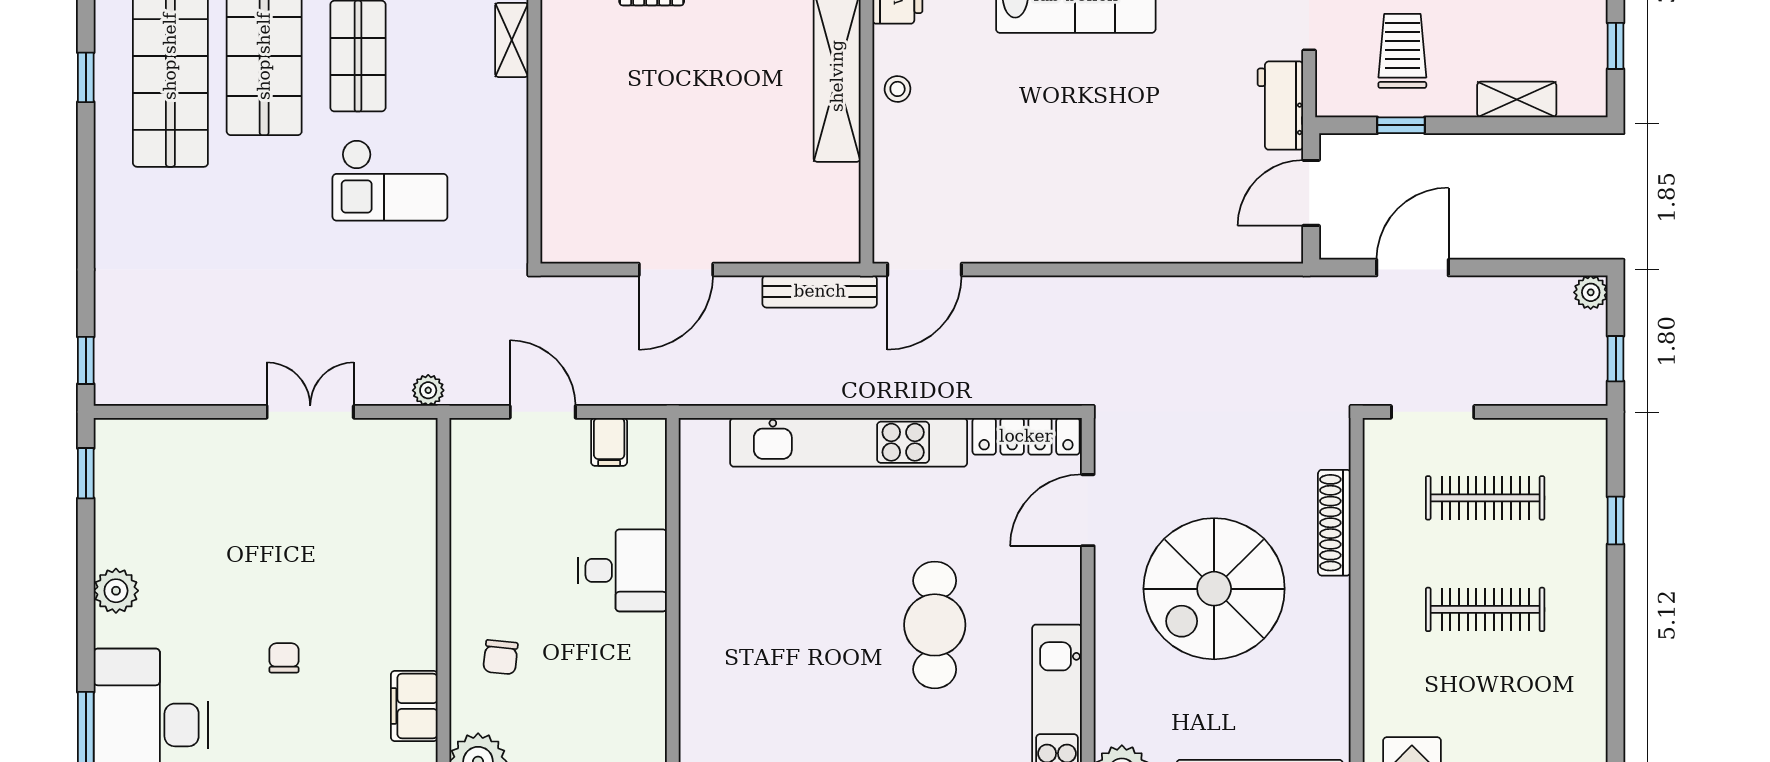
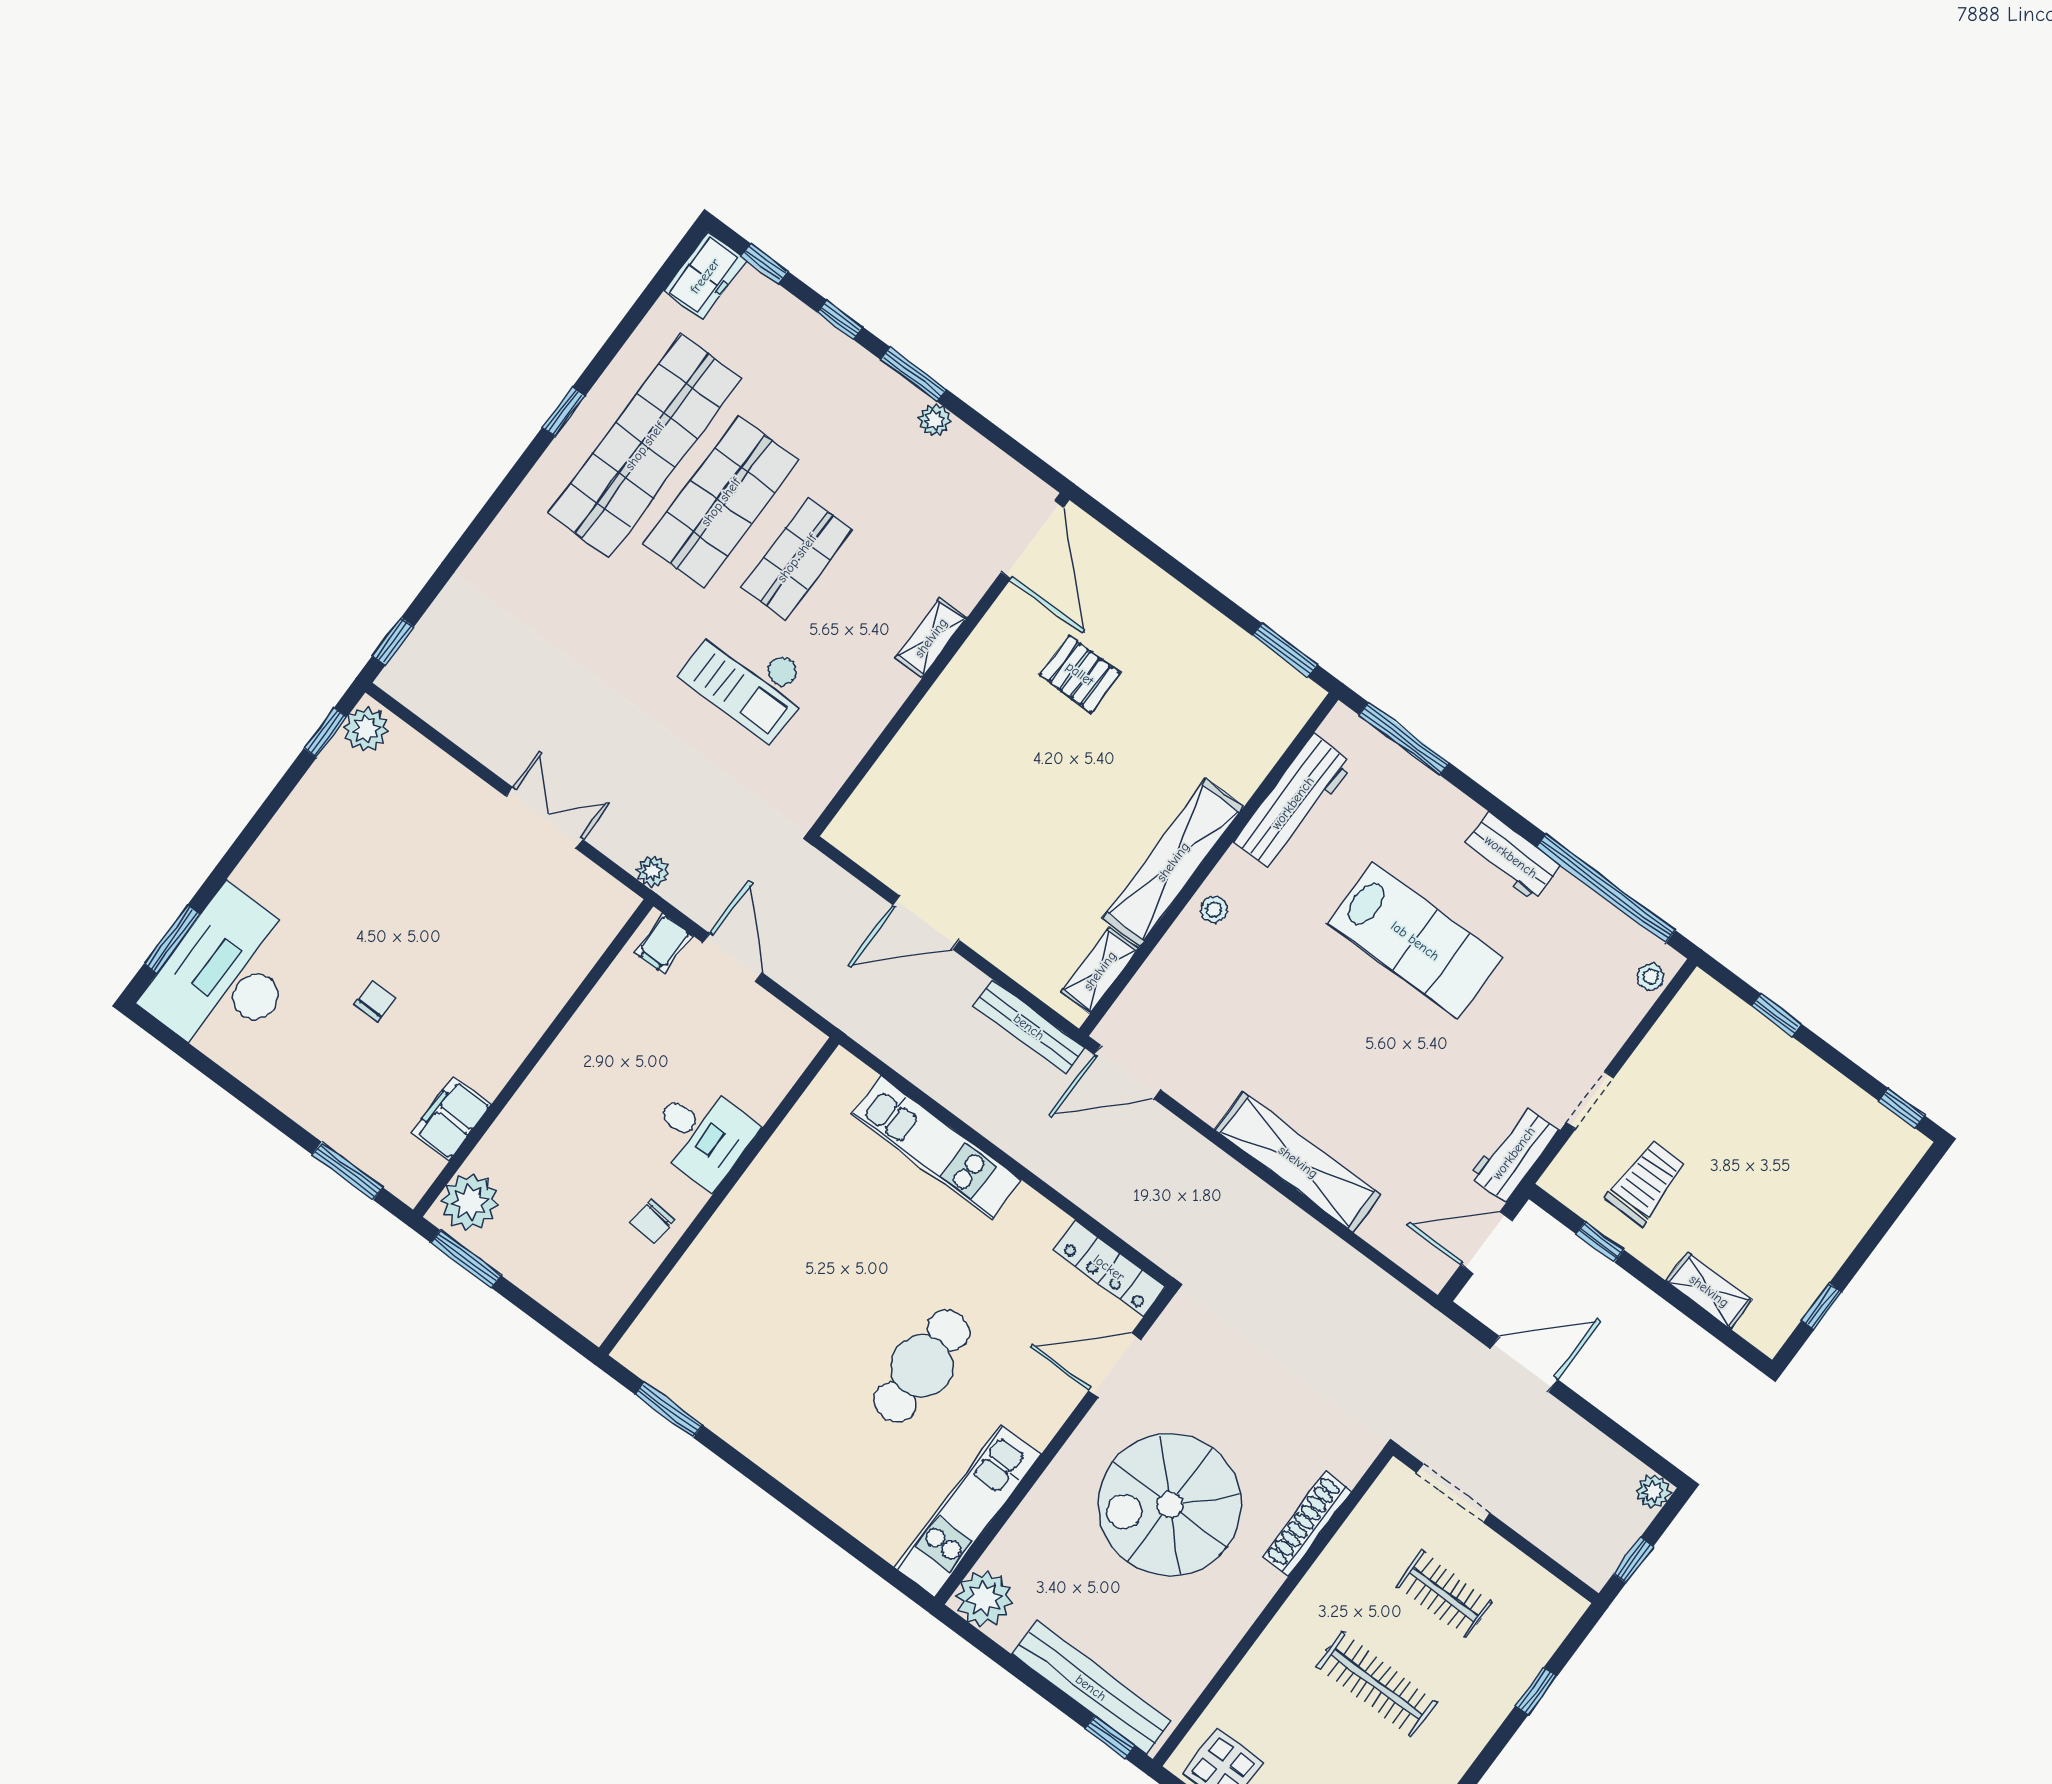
shelving: (843, 205) -> (1100, 971), added
shelving: (1113, 240) -> (1298, 1162), added
filing cabinet: (609, 442) -> (663, 944), moved
kitchen unit: (849, 442) -> (936, 1147), width x0.73
clothes rail: (1485, 498) -> (1444, 1594), width x0.73
plant: (116, 591) -> (366, 729), moved
chair: (500, 657) -> (652, 1221), moved

